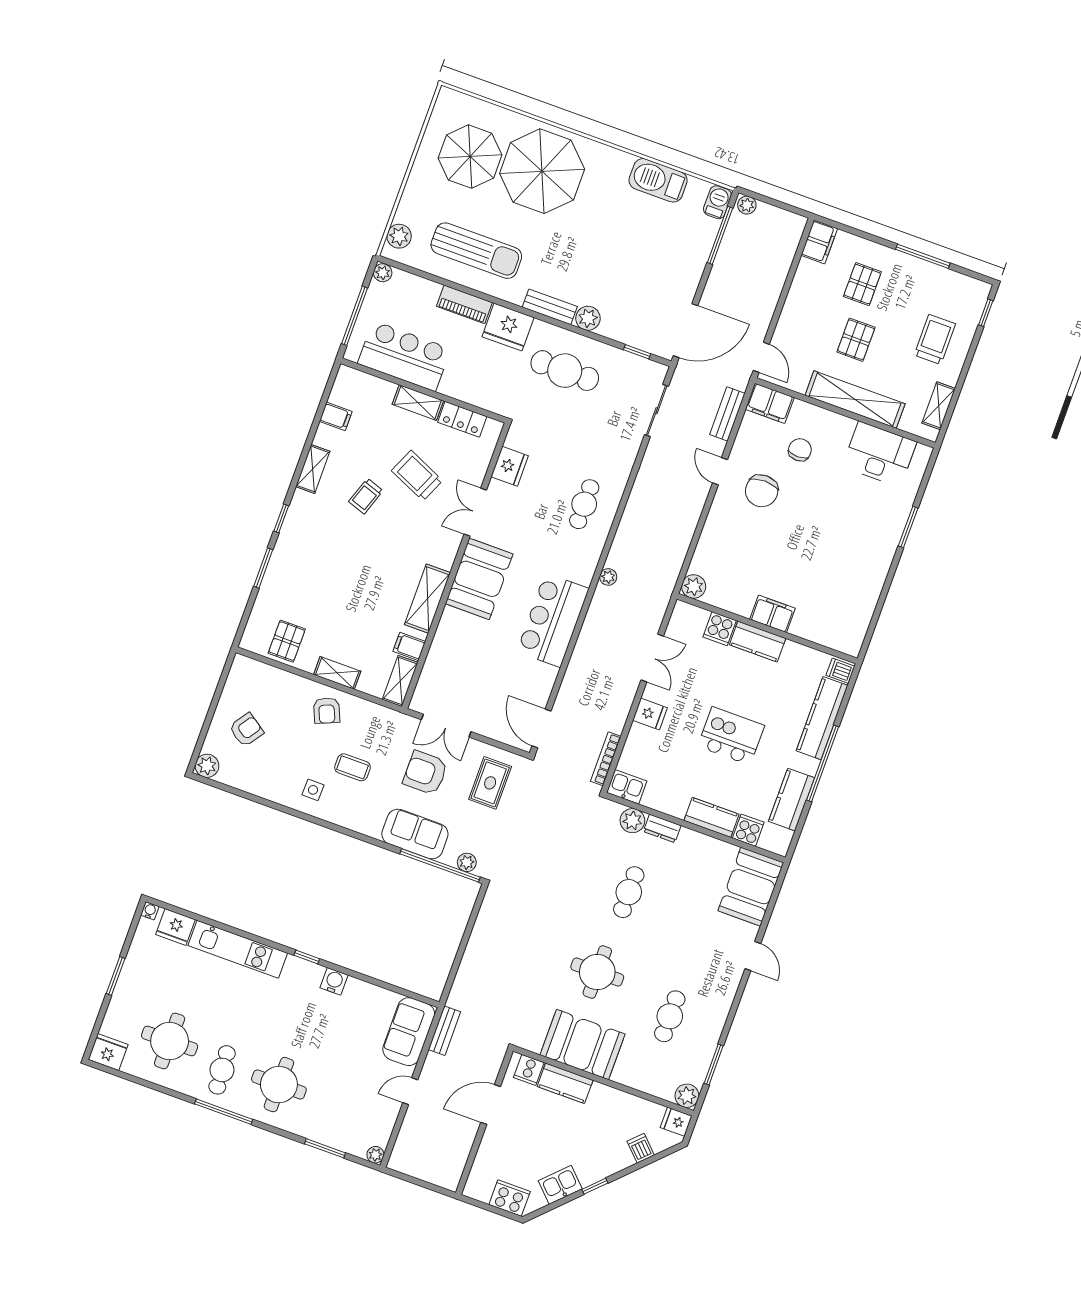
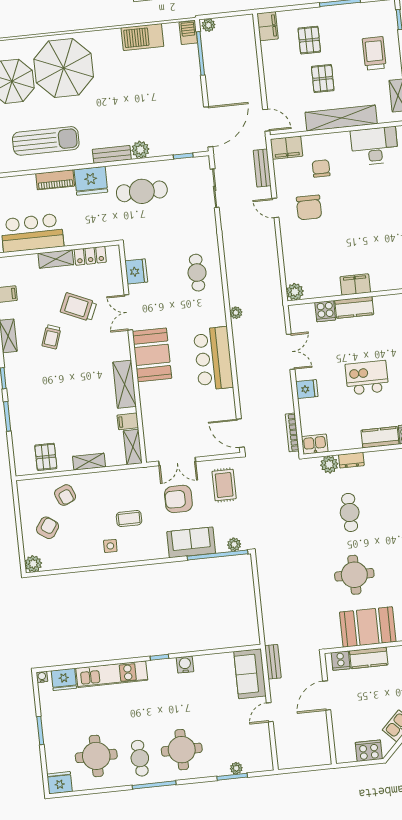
armchair: (327, 711) -> (65, 495), moved
plant: (375, 1155) -> (236, 768), moved

